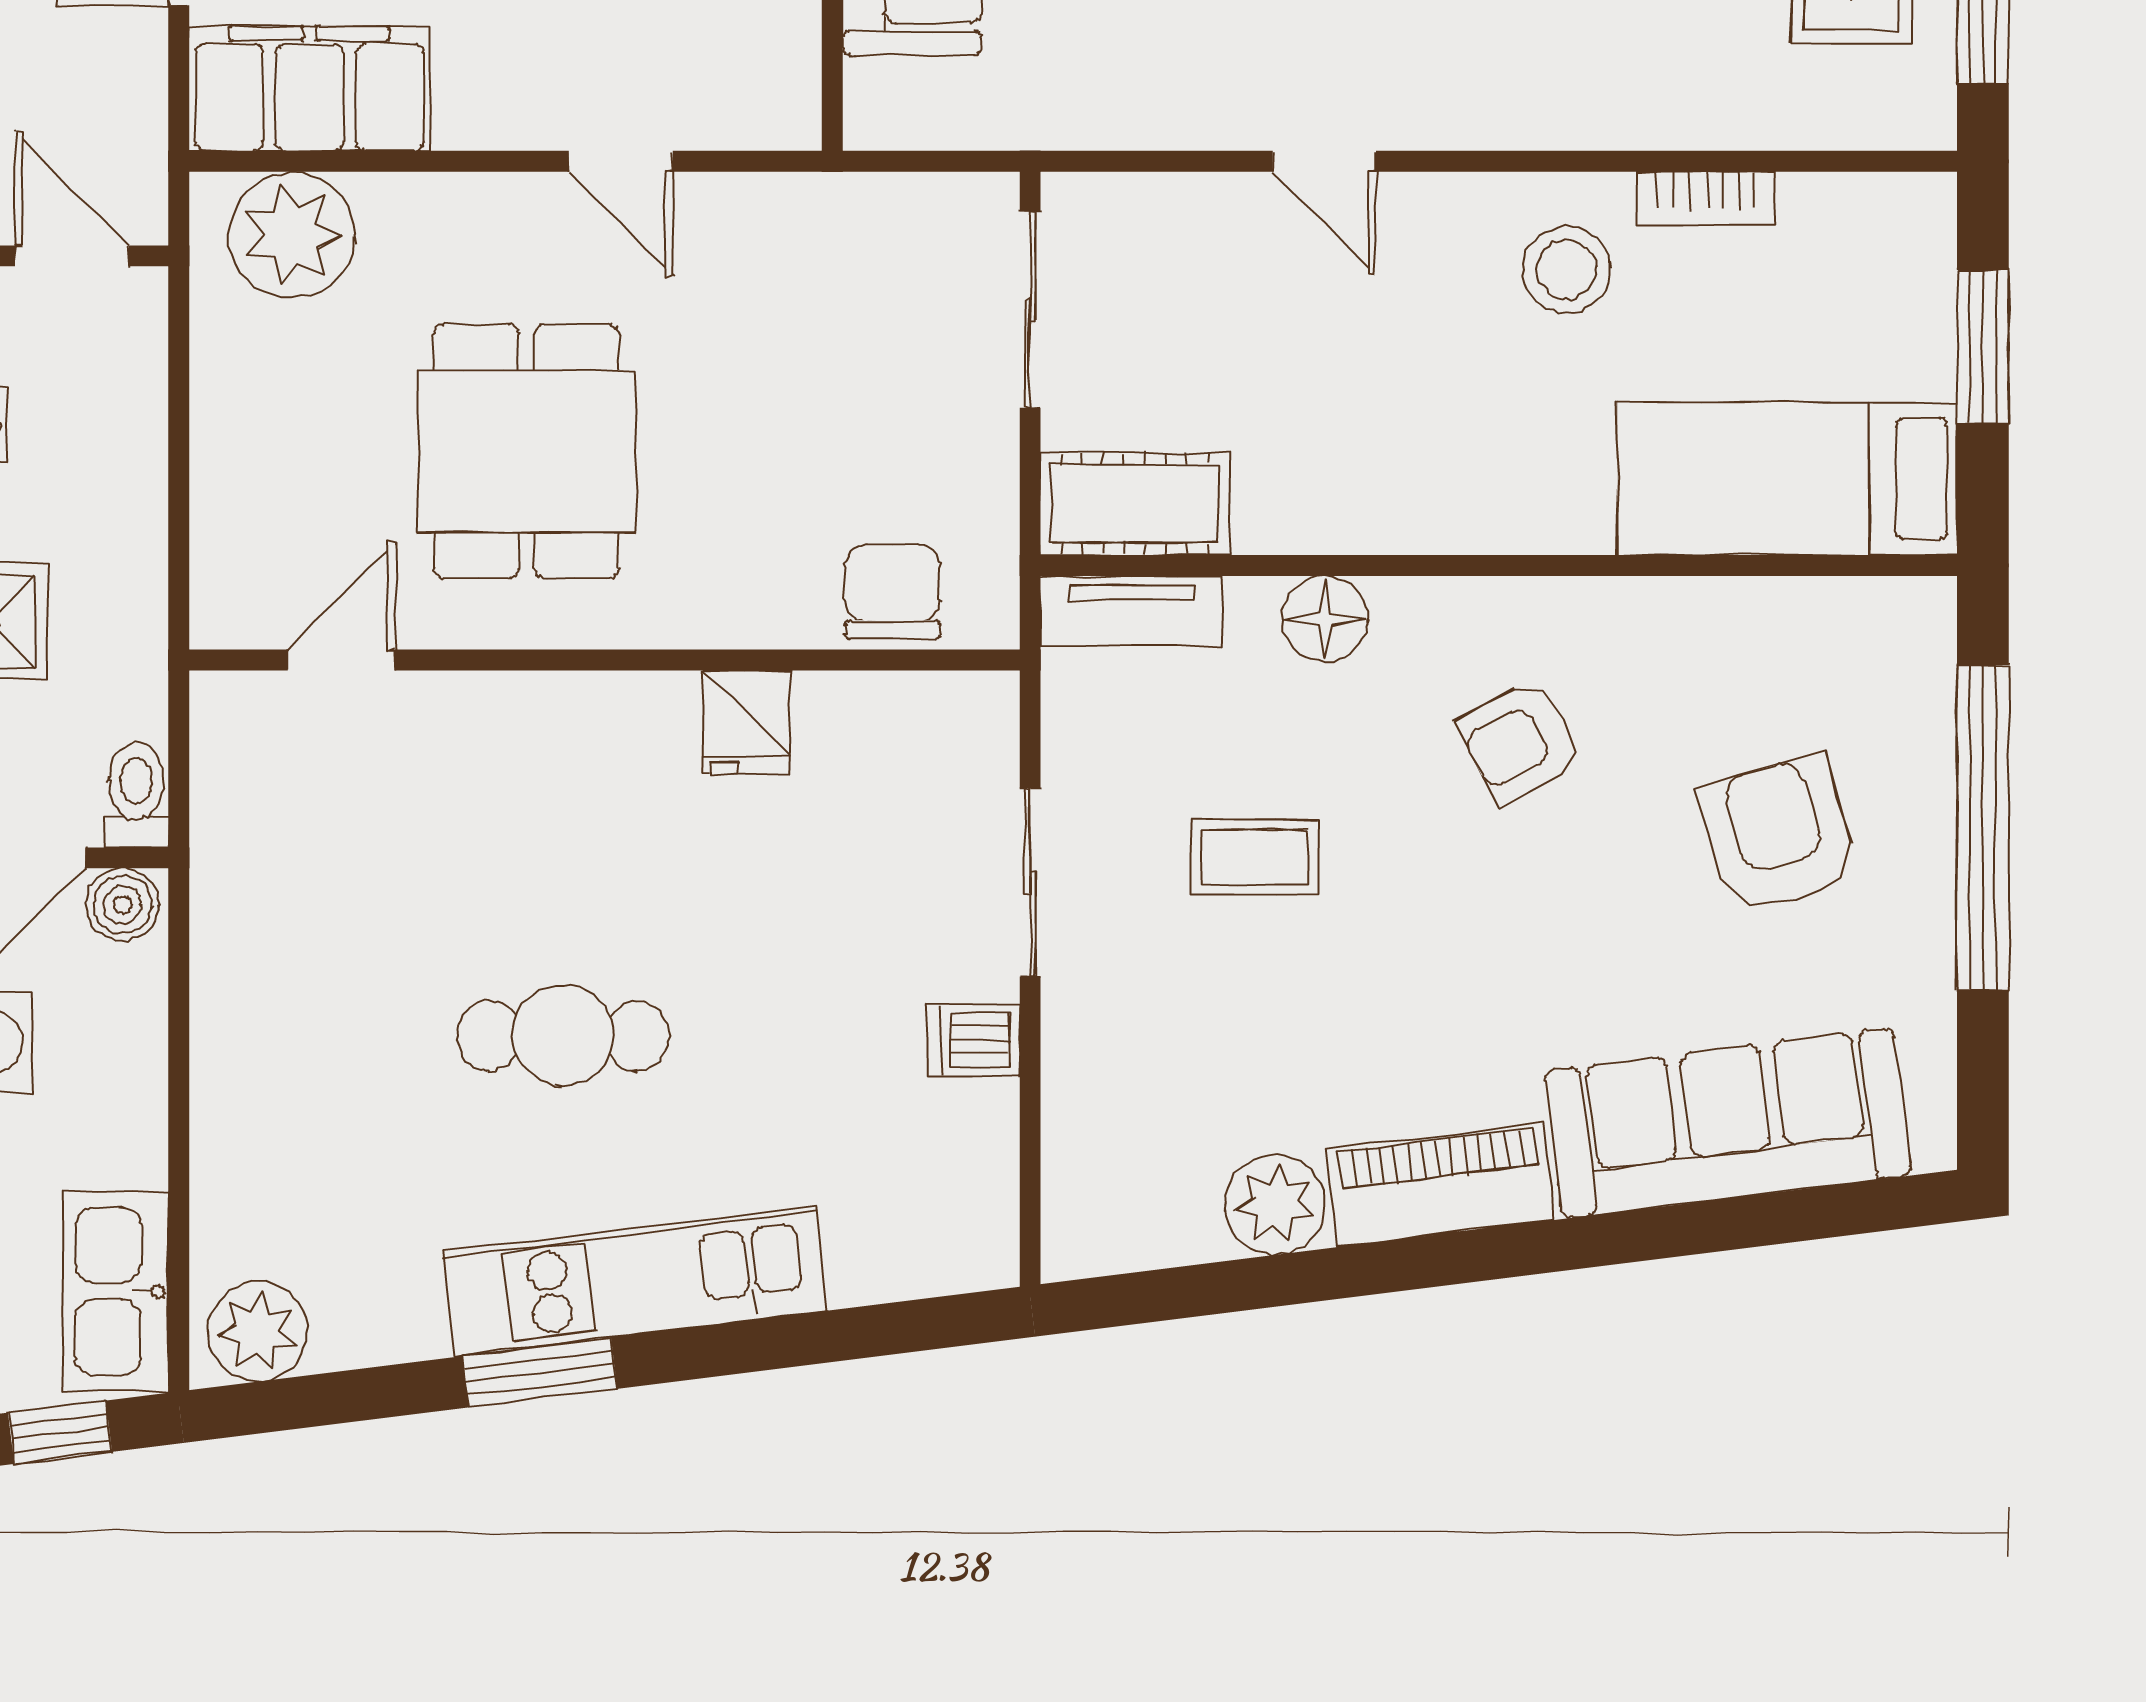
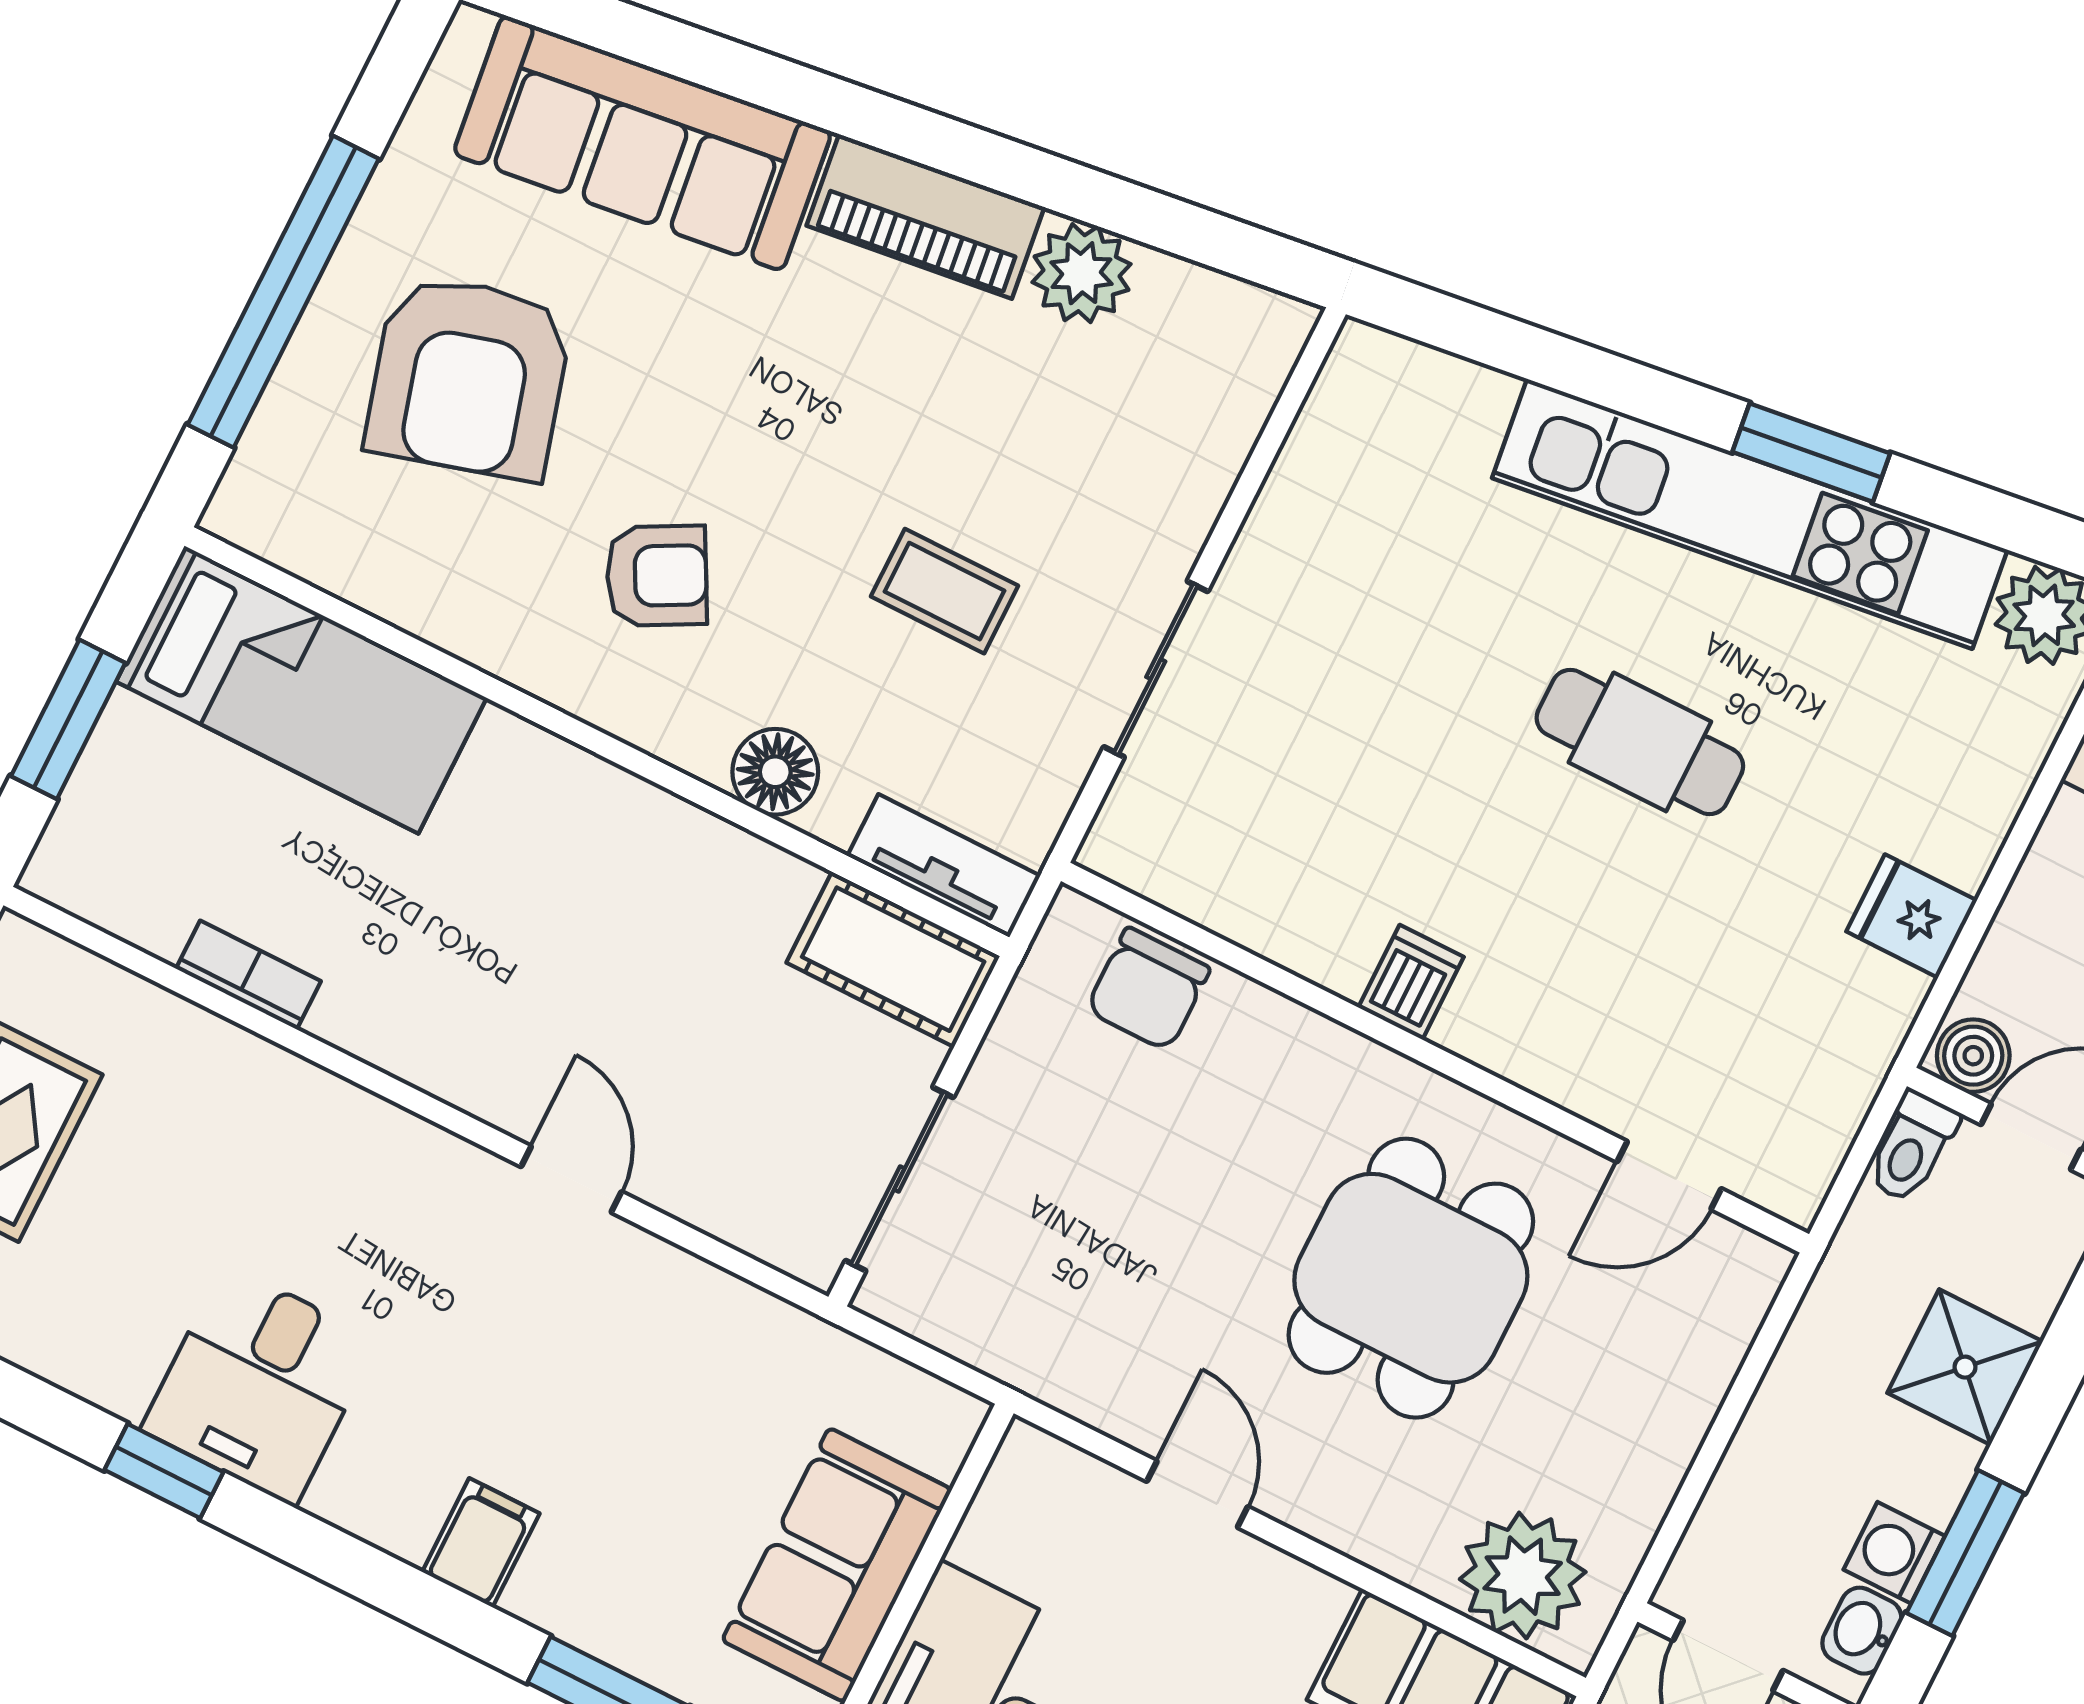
stool: (1566, 270) -> (405, 974), removed
fridge: (746, 722) -> (1912, 916), moved, turned -90
armchair: (1778, 835) -> (469, 377), width x1.36, depth x1.36
dishwasher: (973, 1040) -> (1411, 982), moved, turned -90
kitchen unit: (635, 1281) -> (1750, 514), width x1.36

